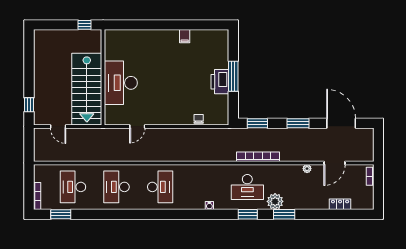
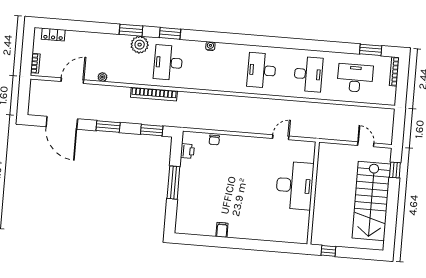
printer: (220, 82) -> (187, 151), moved, width x0.53, depth x0.68
stairs: (87, 89) -> (371, 201), moved, turned 180
desk: (73, 187) -> (355, 78), turned -90
desk: (247, 187) -> (168, 63), turned -90
locker: (340, 204) -> (53, 35), moved

